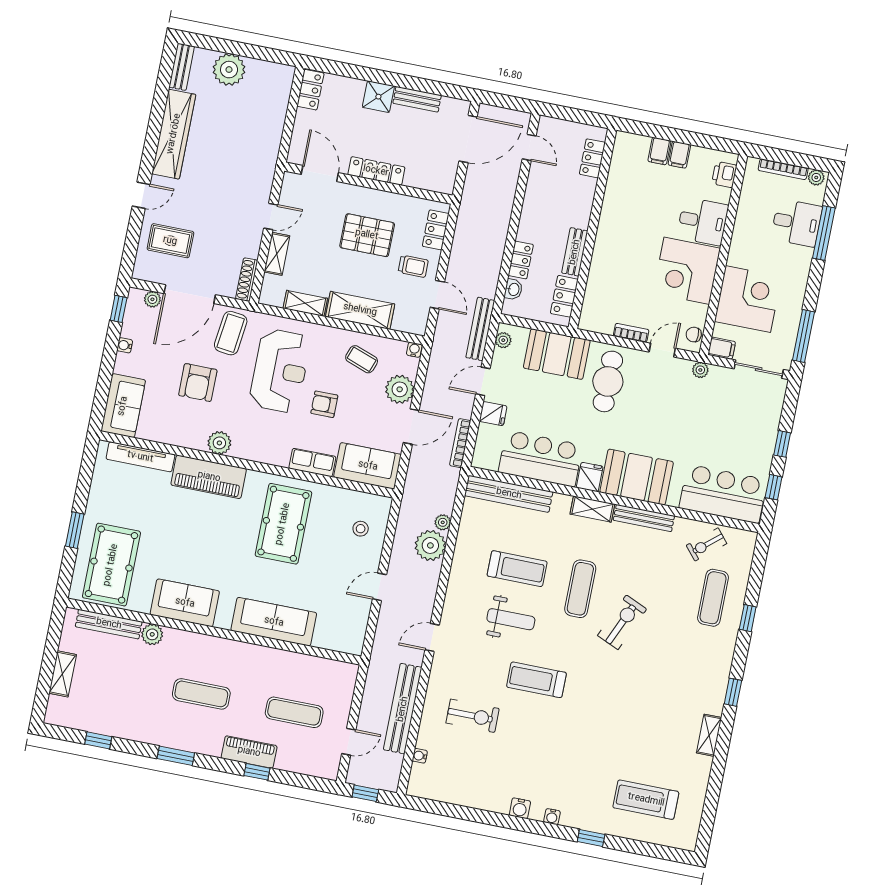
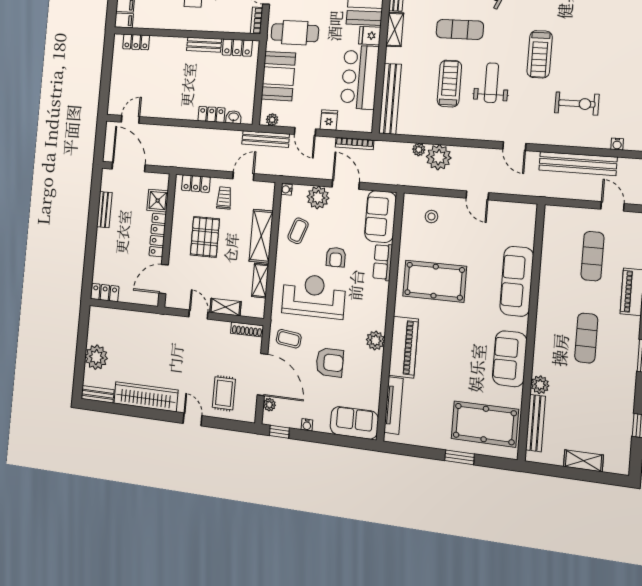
shower: (378, 97) -> (158, 201), moved
locker: (592, 158) -> (136, 42), moved
wall: (593, 229) -> (186, 34), moved
bench: (575, 252) -> (204, 45), moved
locker: (564, 296) -> (237, 48), moved
coffee table: (231, 333) -> (289, 339), width x0.73, depth x0.77
exercise bike: (473, 716) -> (577, 104), turned 90

